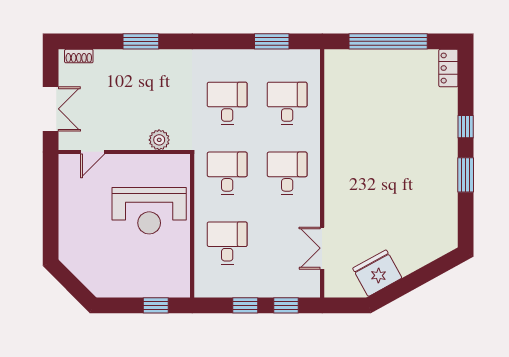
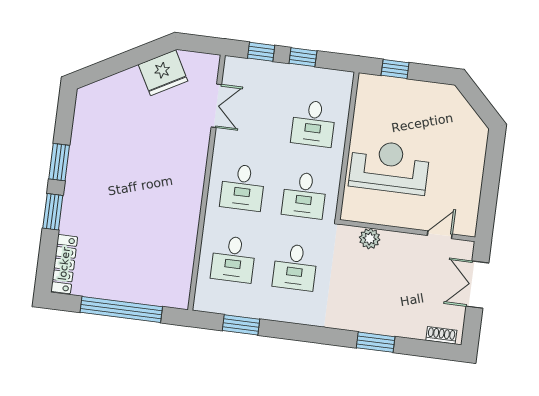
locker: (448, 68) -> (64, 264), width x1.53
window: (466, 127) -> (53, 212), width x1.50

